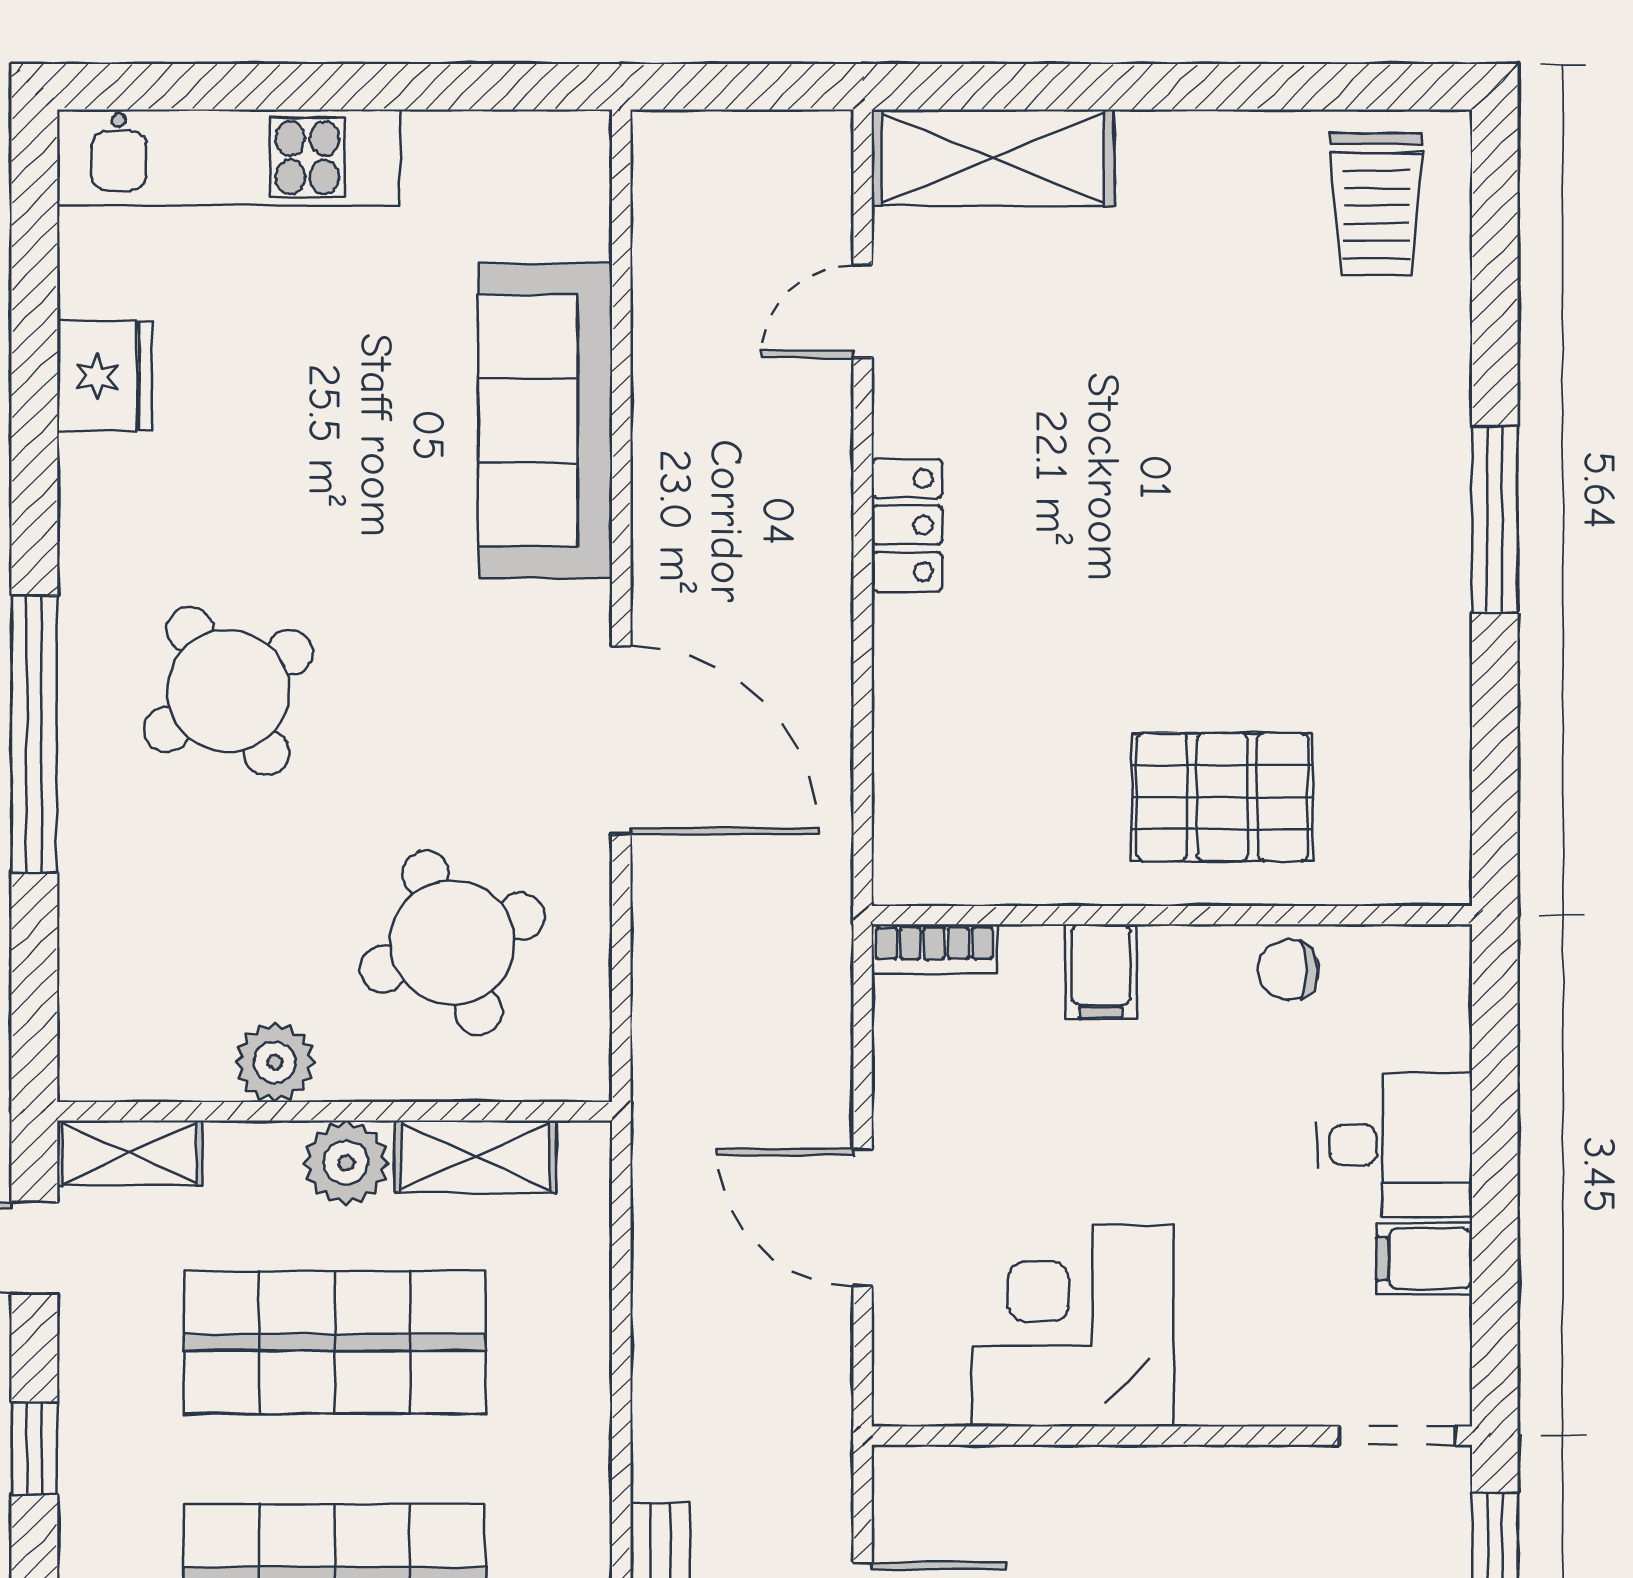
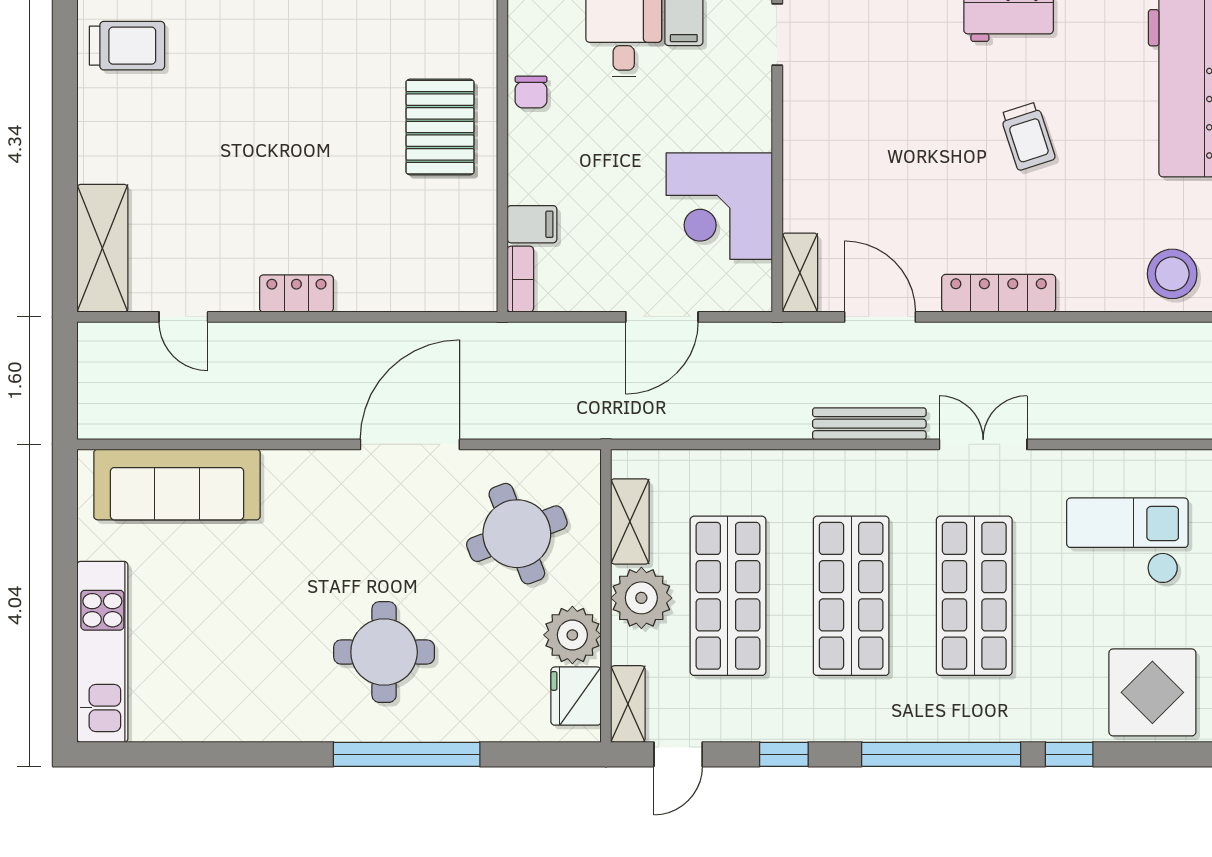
fridge: (105, 376) -> (576, 696), moved, turned -90
sofa: (545, 421) -> (177, 485), moved
round table: (228, 691) -> (384, 652), turned 32
filing cabinet: (1101, 971) -> (532, 224), moved
plant: (275, 1062) -> (572, 635), width x1.36, depth x1.36
plant: (346, 1163) -> (641, 598), width x1.36, depth x1.36
shelving: (947, 1478) -> (800, 273), added

